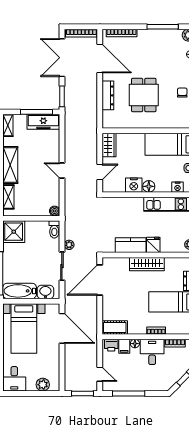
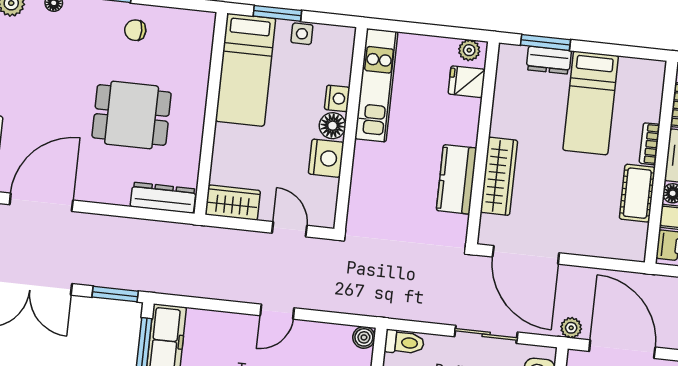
dresser: (108, 95) -> (163, 198), moved
nightstand: (178, 187) -> (337, 98), moved
plant: (69, 245) -> (571, 328), moved
fridge: (153, 245) -> (467, 82), moved
wardrobe: (147, 264) -> (499, 176), moved
cot: (115, 327) -> (637, 193), moved
door: (62, 328) -> (622, 349), hinge flipped

